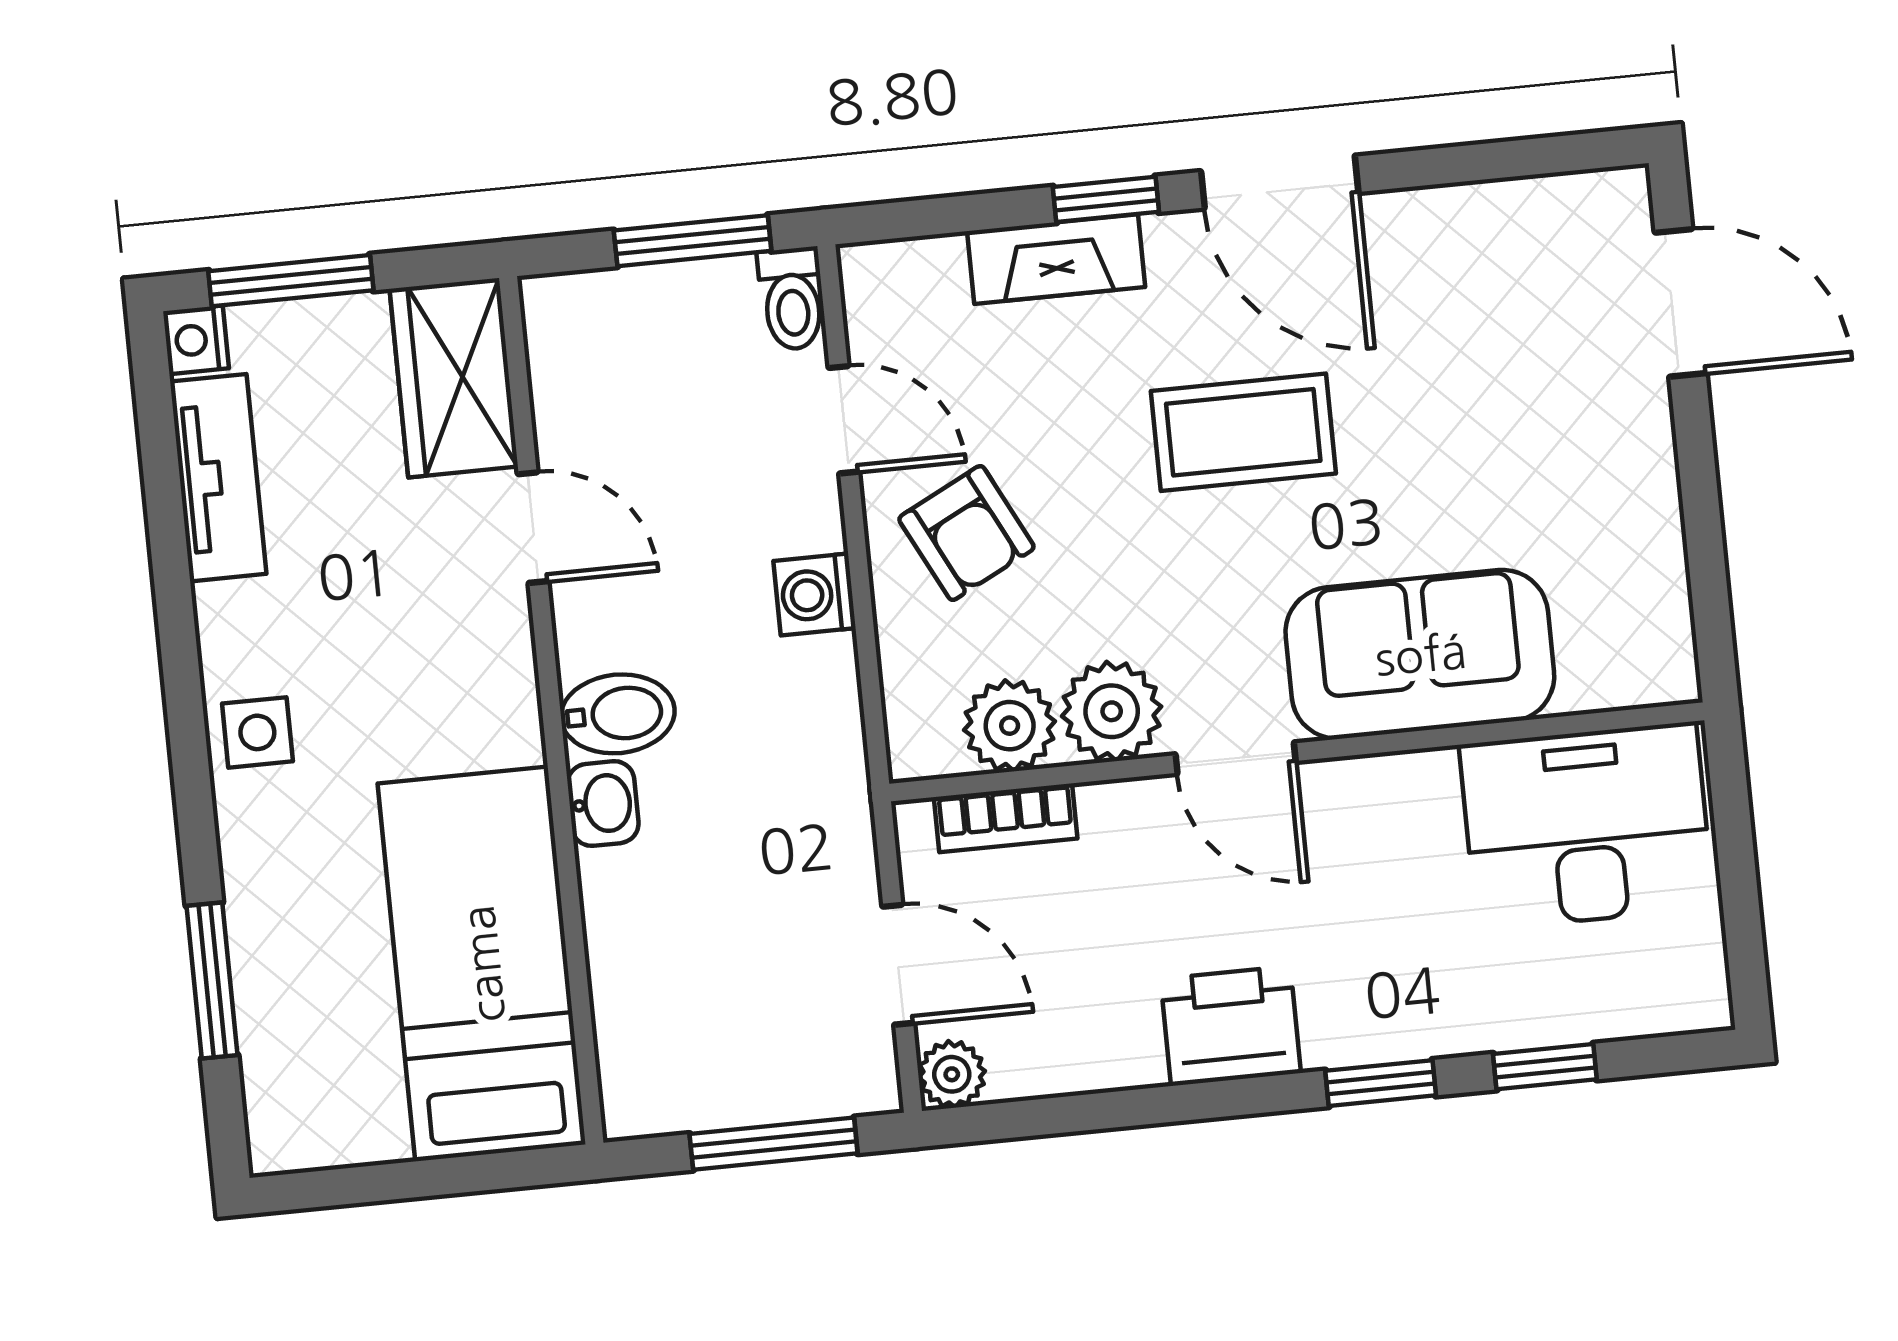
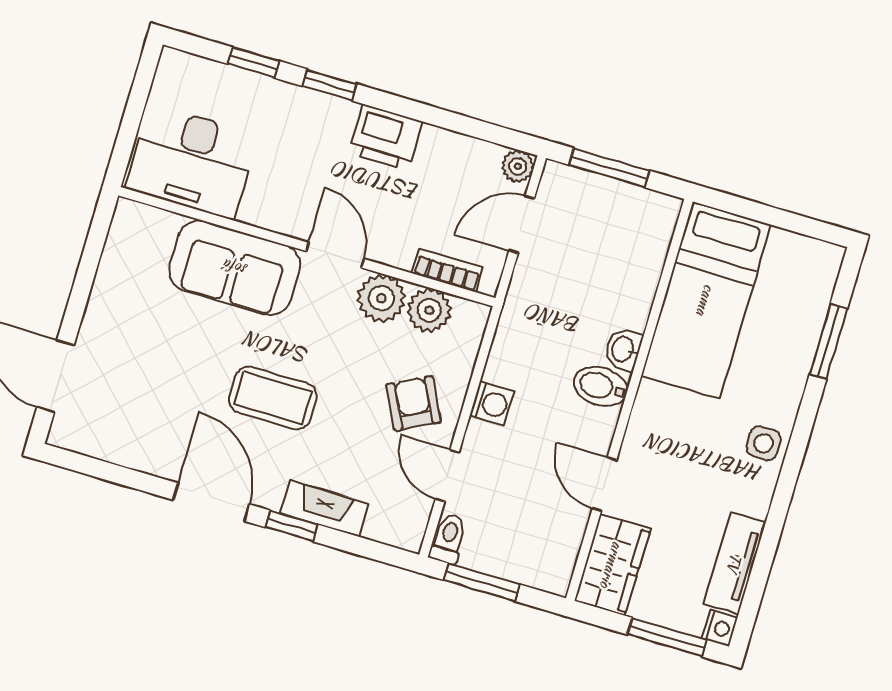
door: (898, 965) -> (522, 225), hinge flipped

